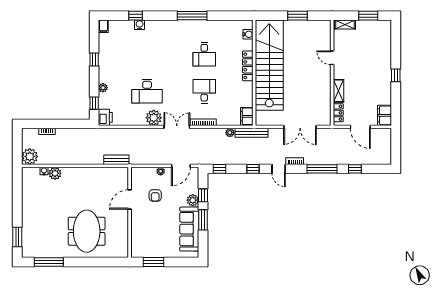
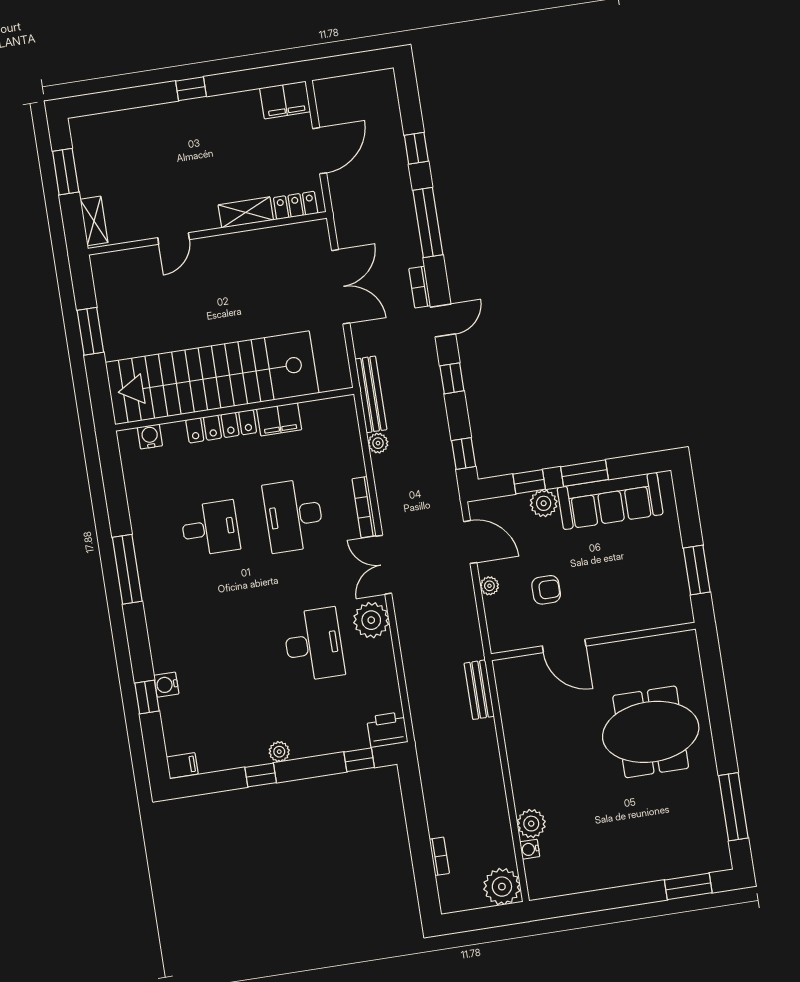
plant: (103, 88) -> (279, 752), moved
desk: (204, 91) -> (294, 515), width x1.37
filing cabinet: (247, 116) -> (279, 419), moved

